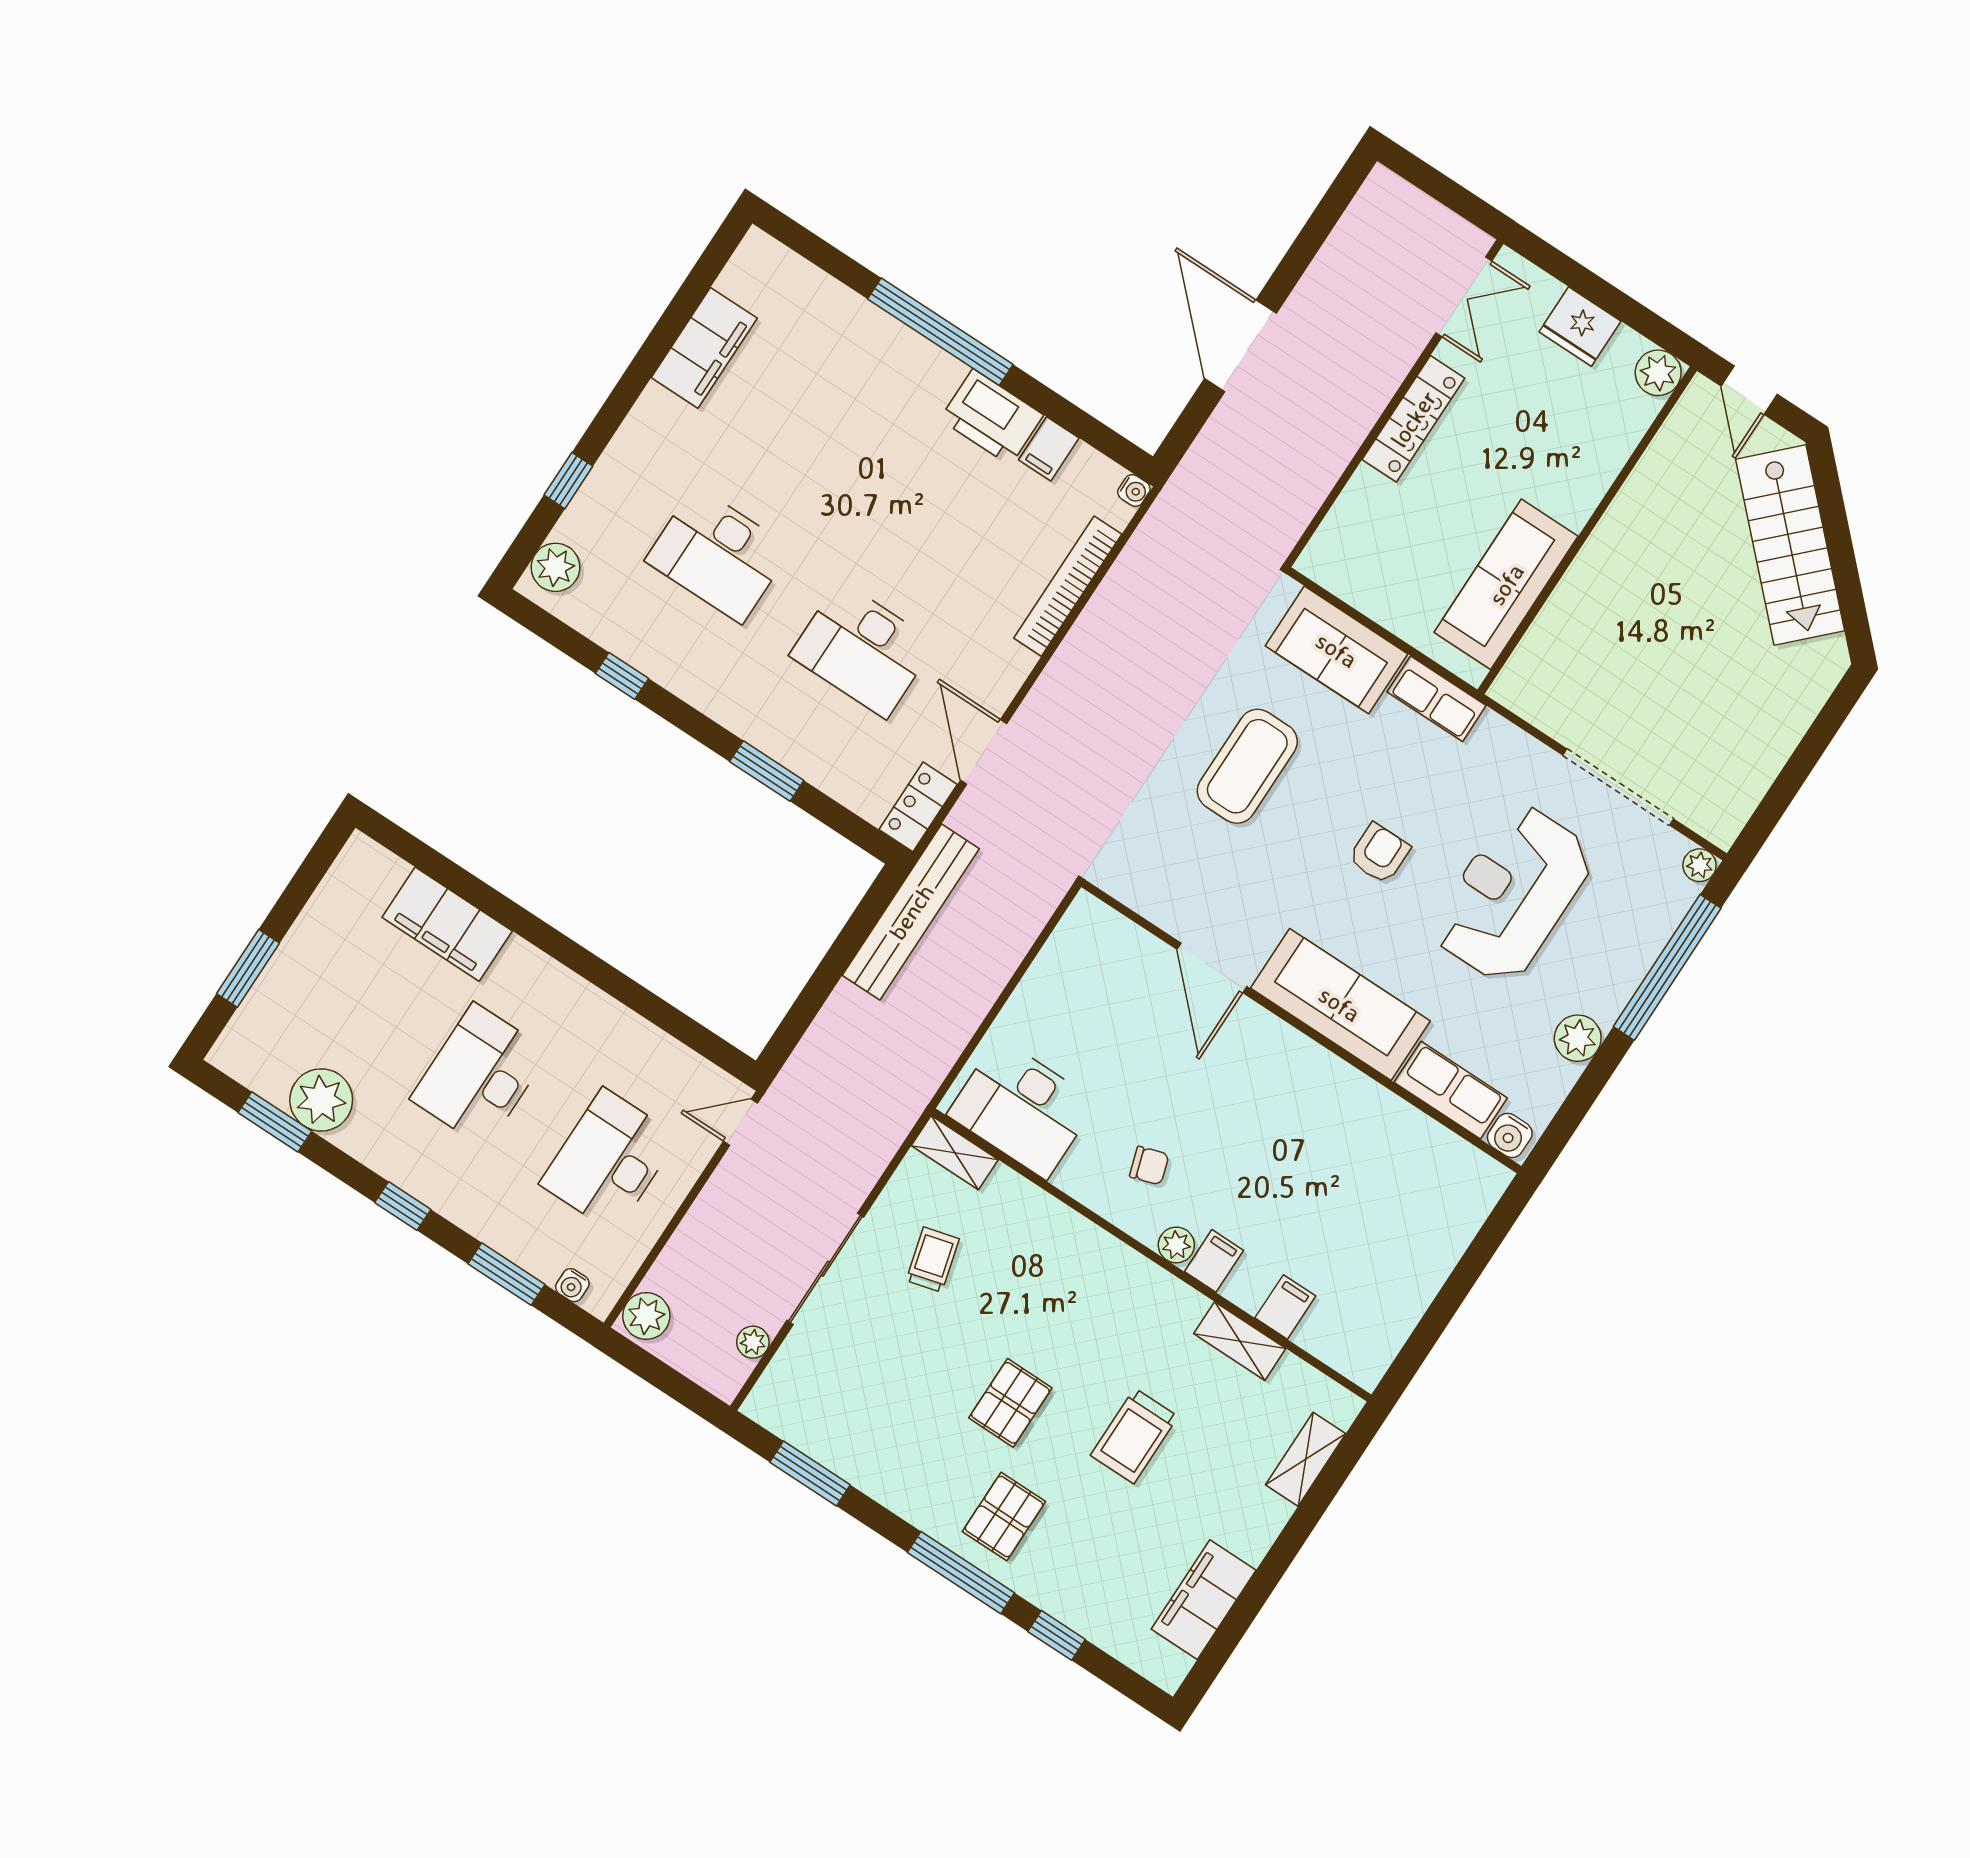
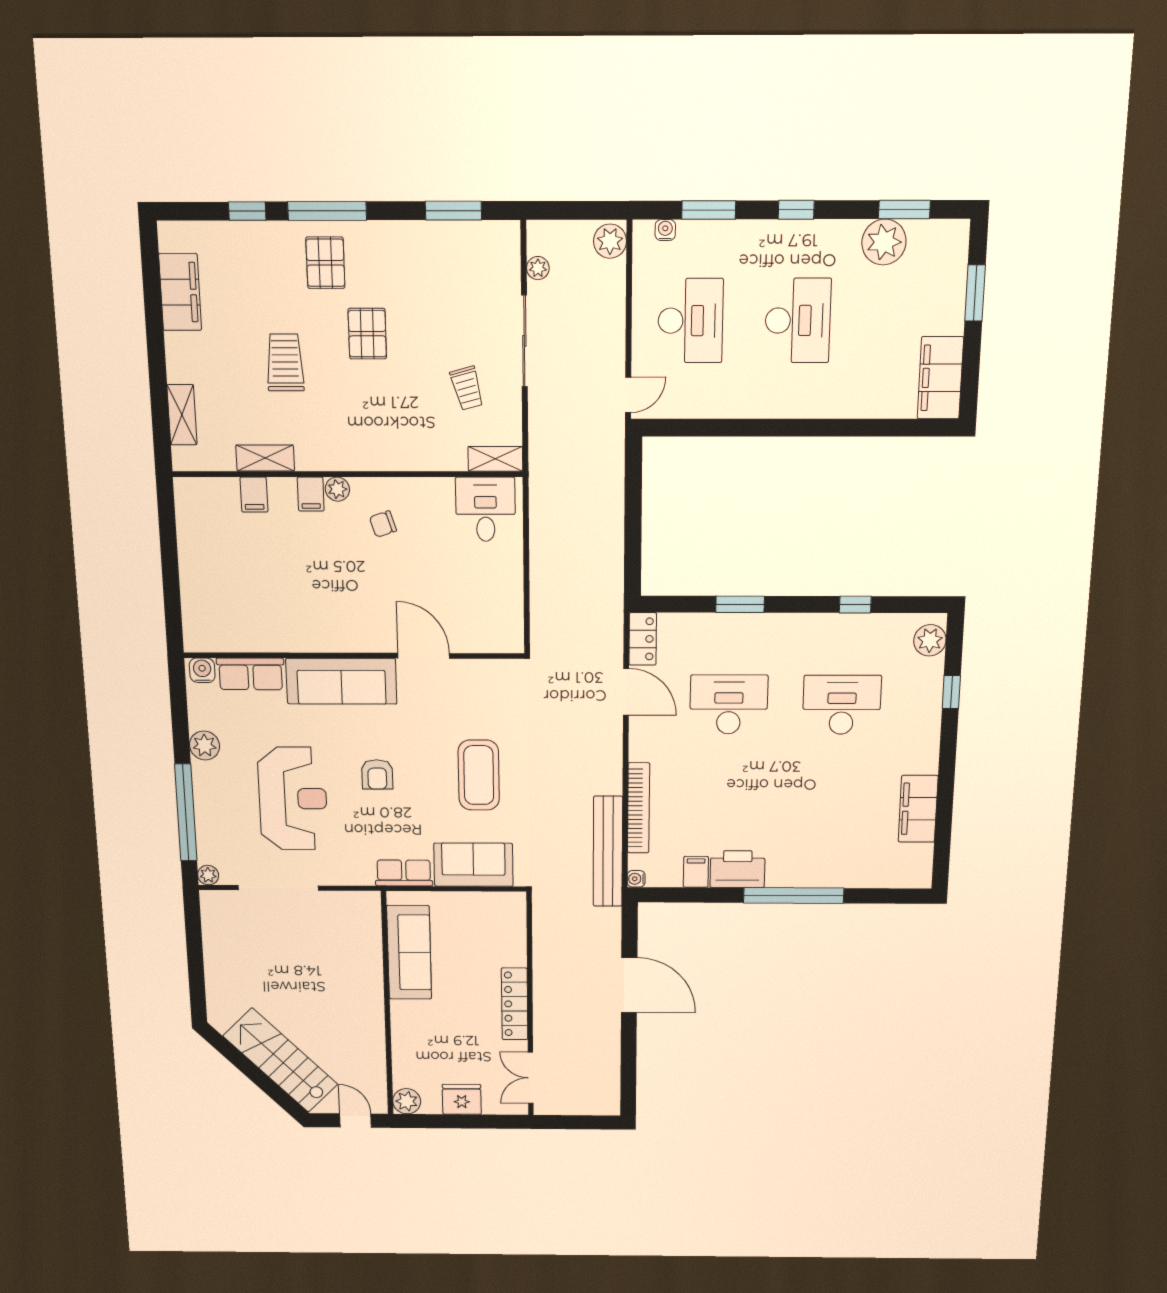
bench: (911, 912) -> (608, 852), moved
filing cabinet: (447, 924) -> (940, 378), moved, turned -90
desk: (1022, 1108) -> (486, 509), width x0.73

